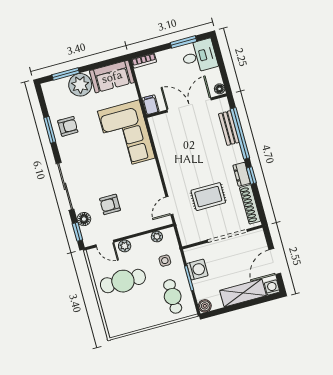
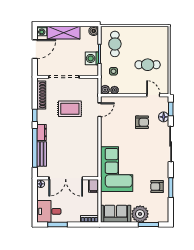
dresser: (242, 174) -> (42, 133), moved
plant: (125, 246) -> (105, 90), moved
cafe table: (123, 281) -> (148, 65), width x0.73, depth x0.74

